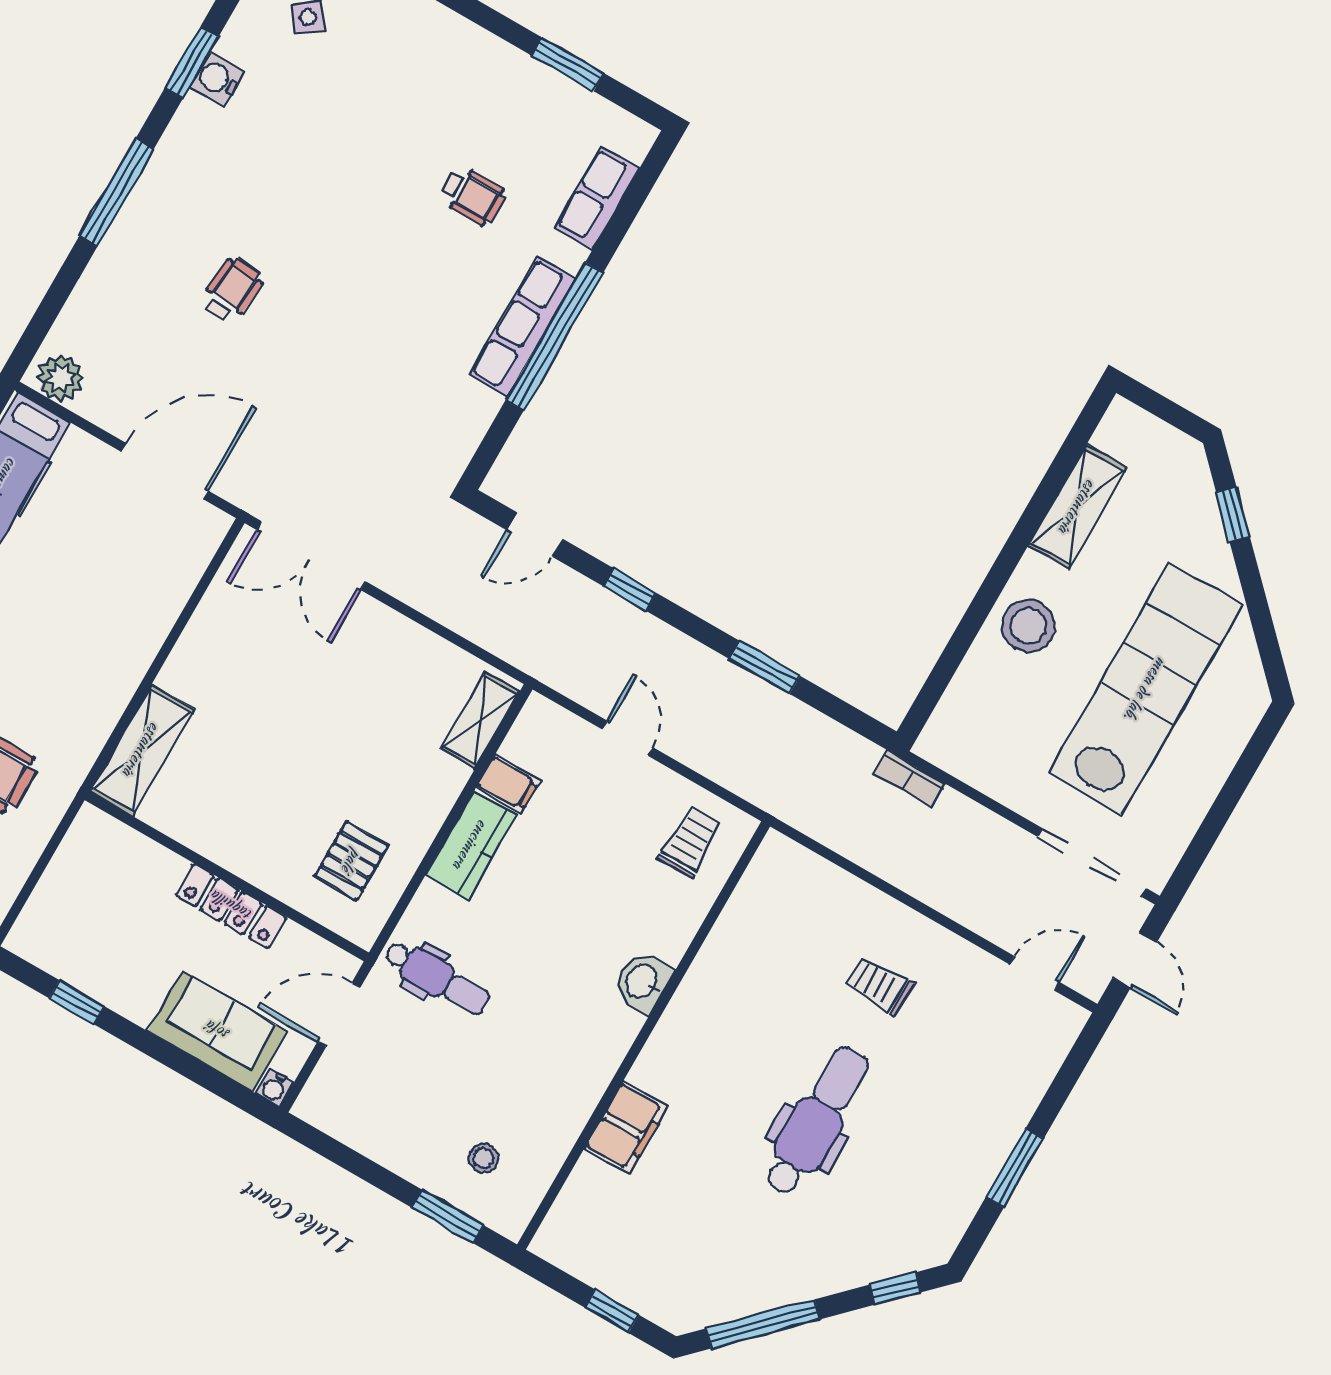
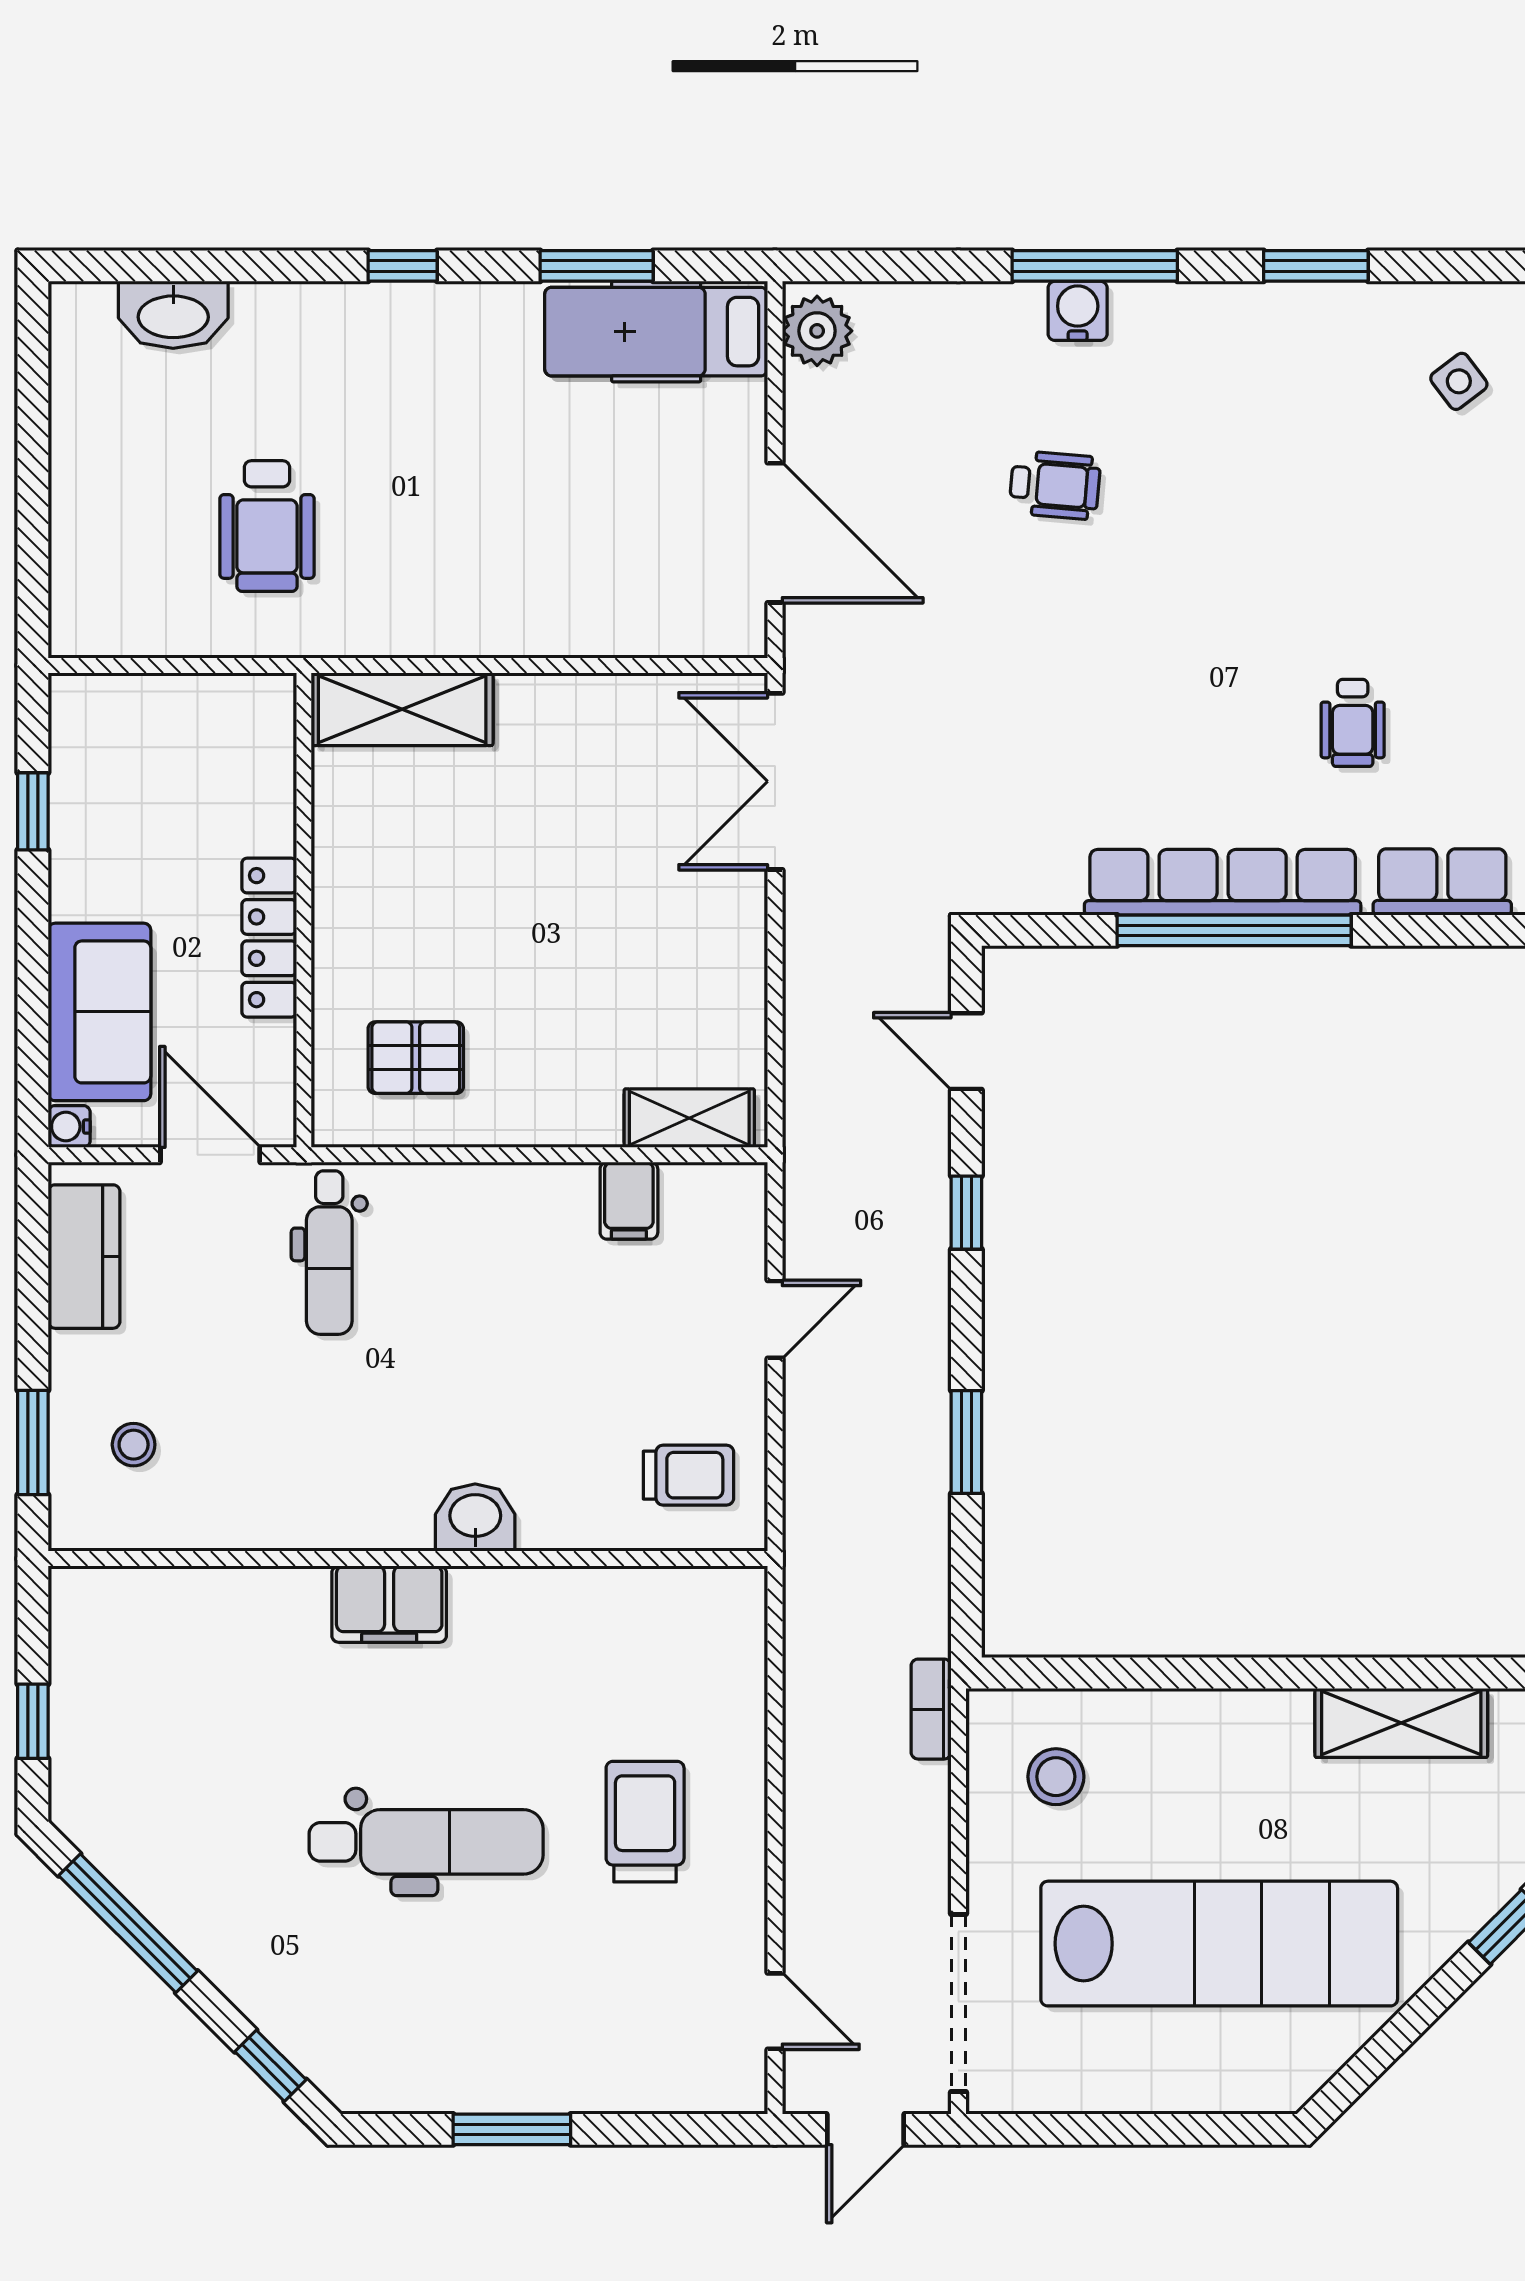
water cooler: (217, 79) -> (1078, 311), moved
row of seats: (522, 327) -> (1223, 882), width x1.36
stool: (1028, 626) -> (1056, 1777), moved, width x0.73, depth x0.73
kitchen counter: (471, 845) -> (84, 1257), moved, turned -90
trolley: (879, 985) -> (645, 1822), width x1.36, depth x1.39
filing cabinet: (626, 1127) -> (389, 1604), moved

